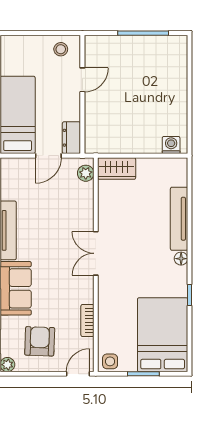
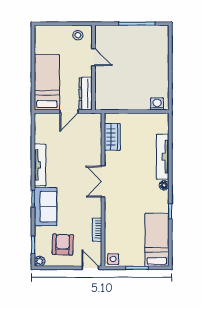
door: (82, 80) -> (93, 57), hinge flipped
dresser: (71, 138) -> (86, 94), width x1.44
wardrobe: (117, 168) -> (112, 137), moved, turned -90
plant: (86, 173) -> (96, 124), removed
bed: (163, 335) -> (157, 240), width x0.67
door: (78, 374) -> (90, 268), hinge flipped

